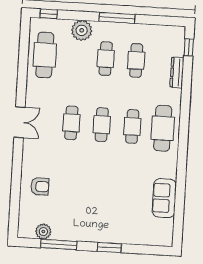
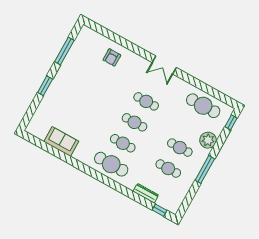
plant: (43, 232) -> (79, 45), removed

